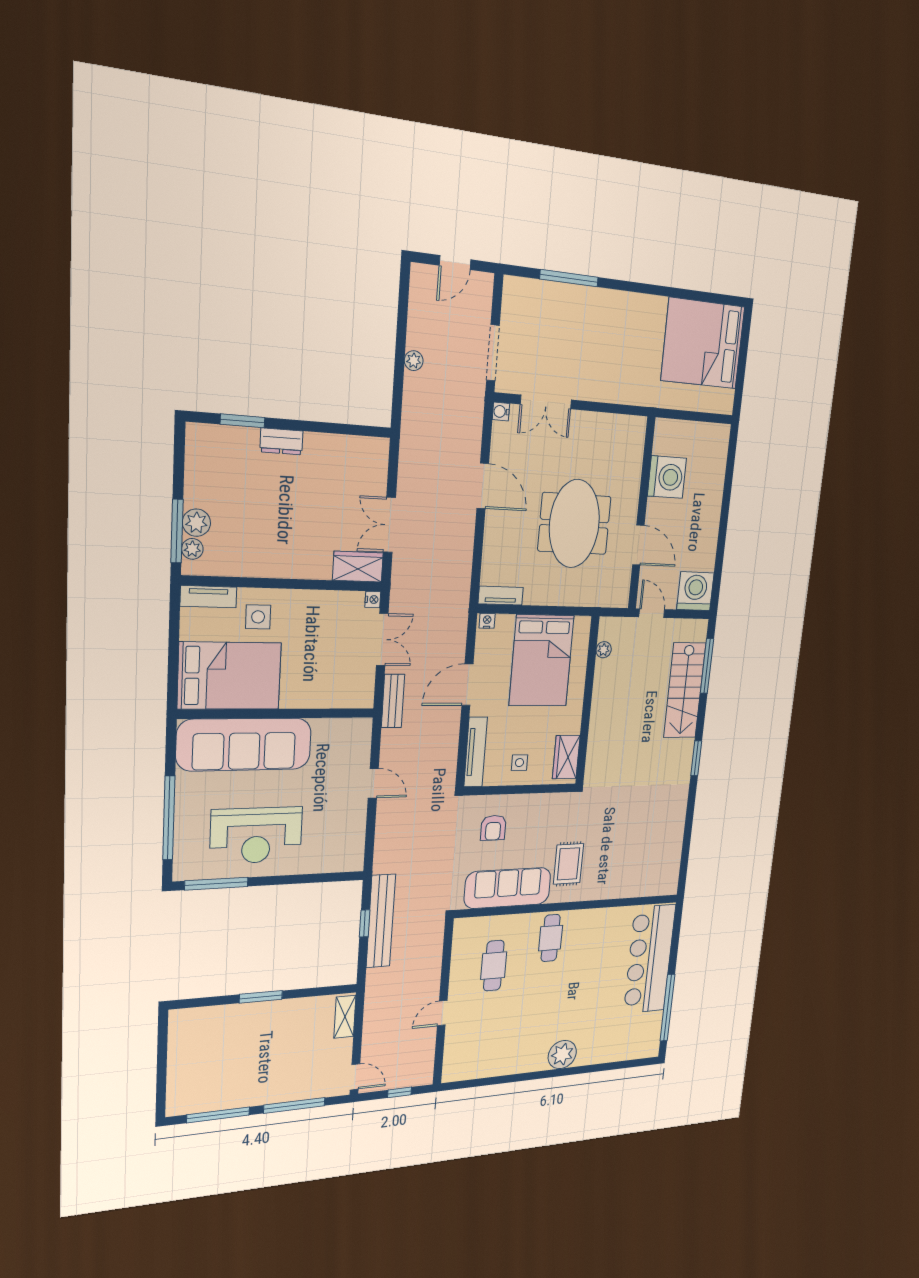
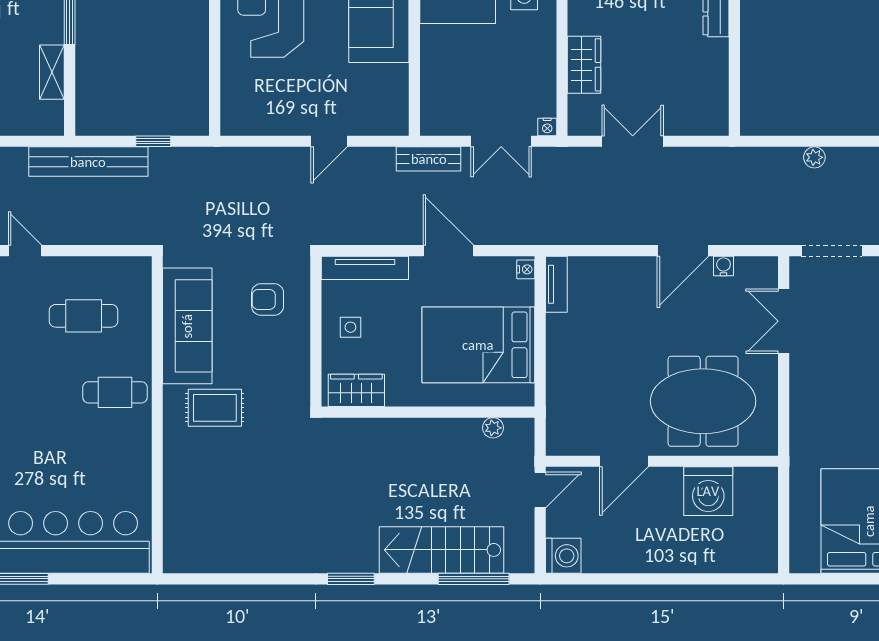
water cooler: (501, 412) -> (724, 266), moved
meeting table: (574, 524) -> (703, 401), moved
wardrobe: (358, 567) -> (584, 65), moved
washing machine: (695, 591) -> (563, 556), width x0.73, depth x0.73
bench: (381, 921) -> (88, 162), moved
shelving: (345, 1017) -> (52, 72), moved, turned 90

